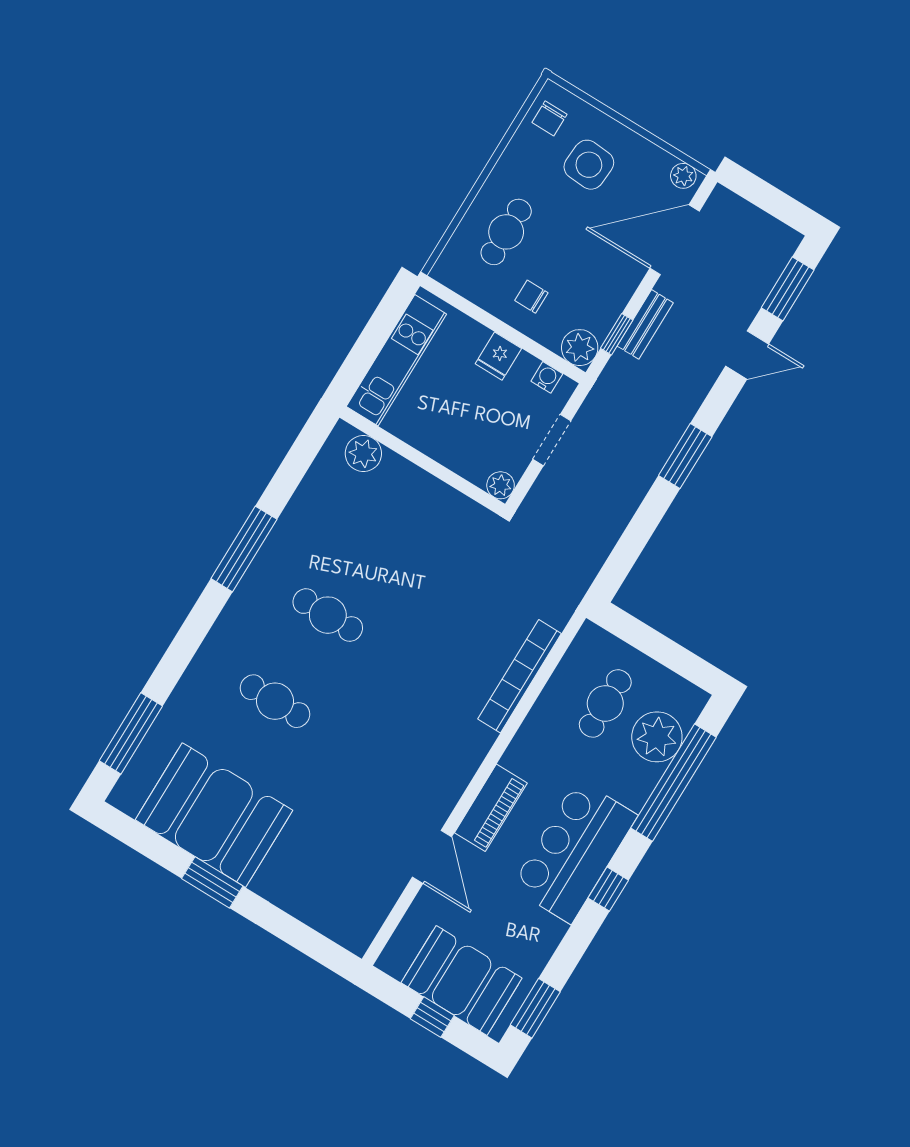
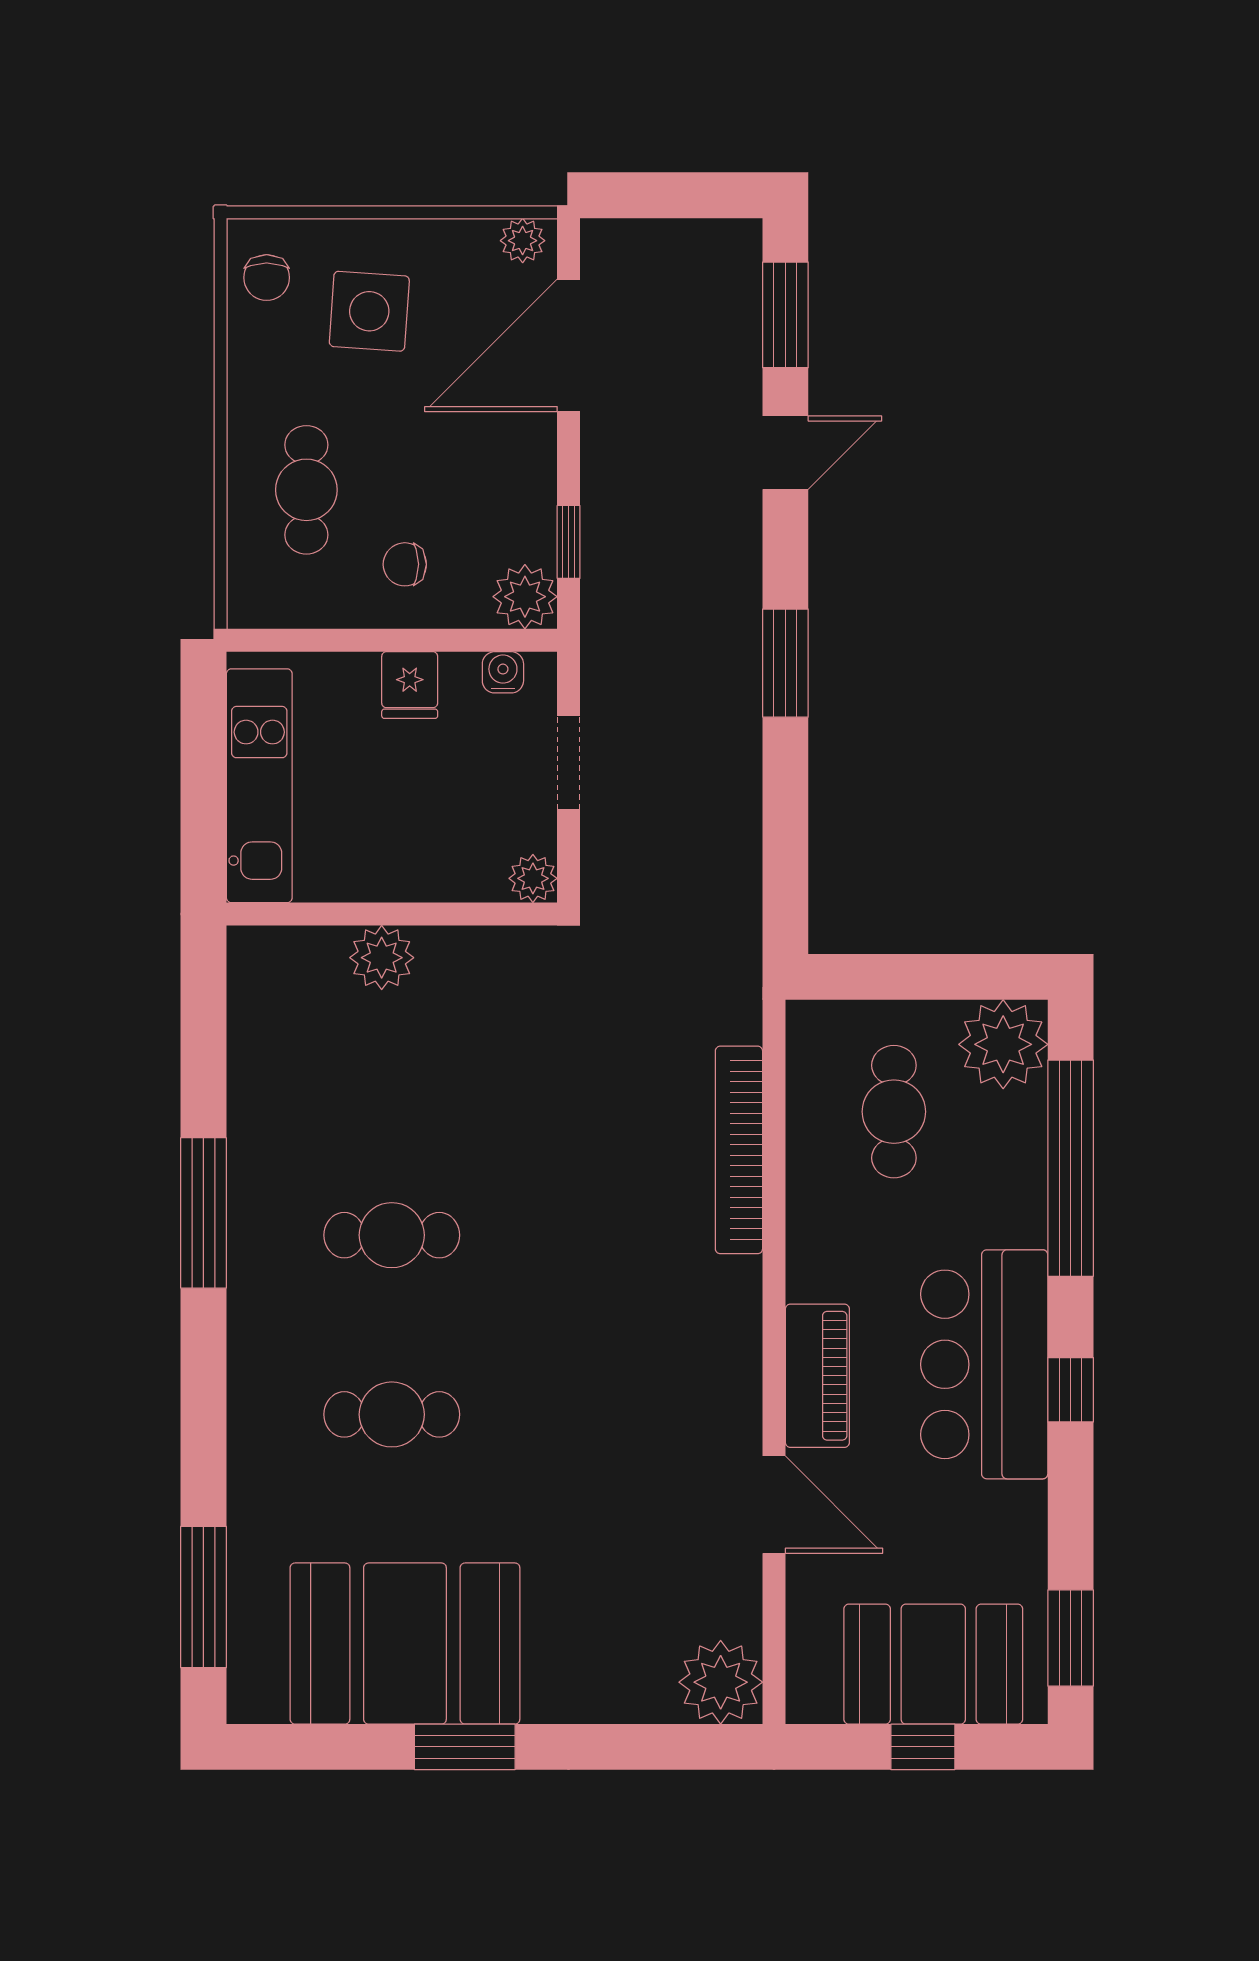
bench: (645, 324) -> (602, 501), removed
plant: (363, 453) -> (382, 958), moved
plant: (657, 737) -> (1003, 1044), moved
plant: (354, 927) -> (721, 1682), added

